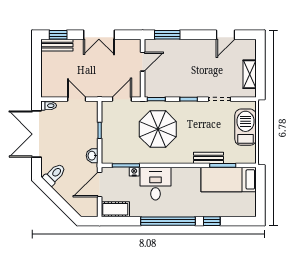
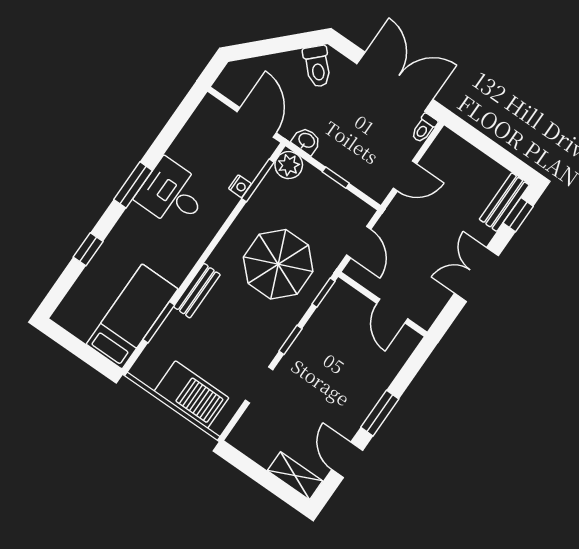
window: (167, 35) -> (380, 413), moved
shelving: (250, 74) -> (295, 476), moved
plant: (109, 156) -> (289, 165), added
bench: (208, 158) -> (197, 291), moved
desk: (156, 184) -> (172, 194), moved, turned 180
cot: (115, 209) -> (204, 120), removed
window: (168, 221) -> (133, 185), width x0.47

